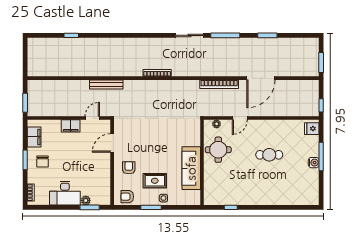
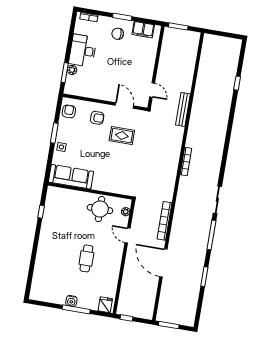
filing cabinet: (71, 126) -> (148, 68), removed
sofa: (191, 168) -> (71, 177), moved
rug: (155, 181) -> (122, 136), moved, turned 90

